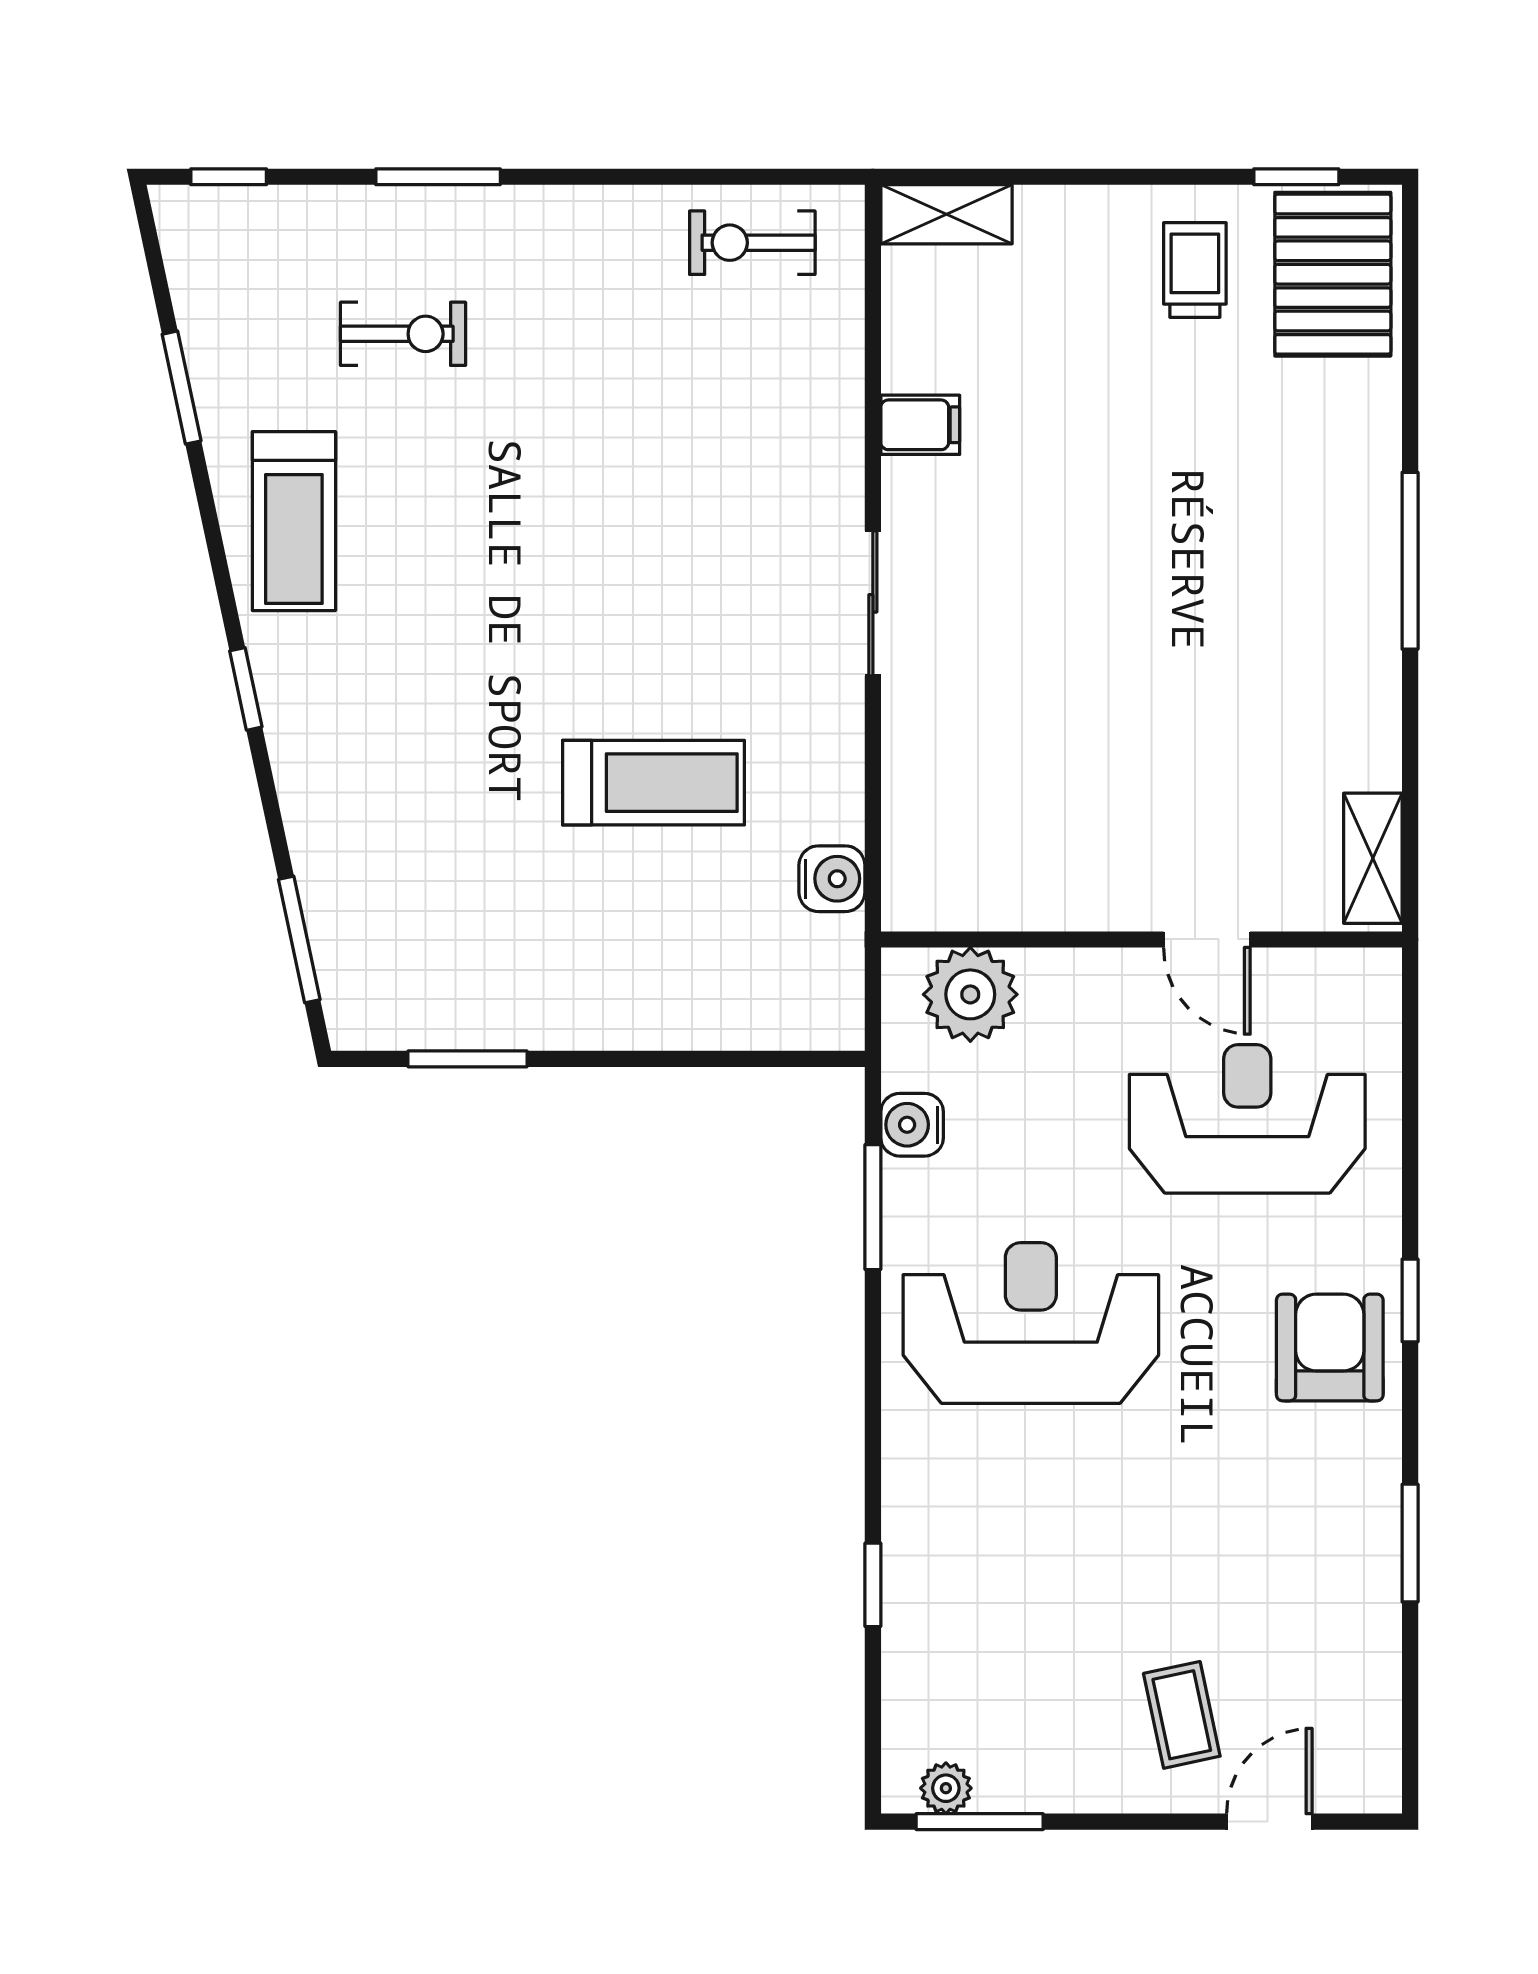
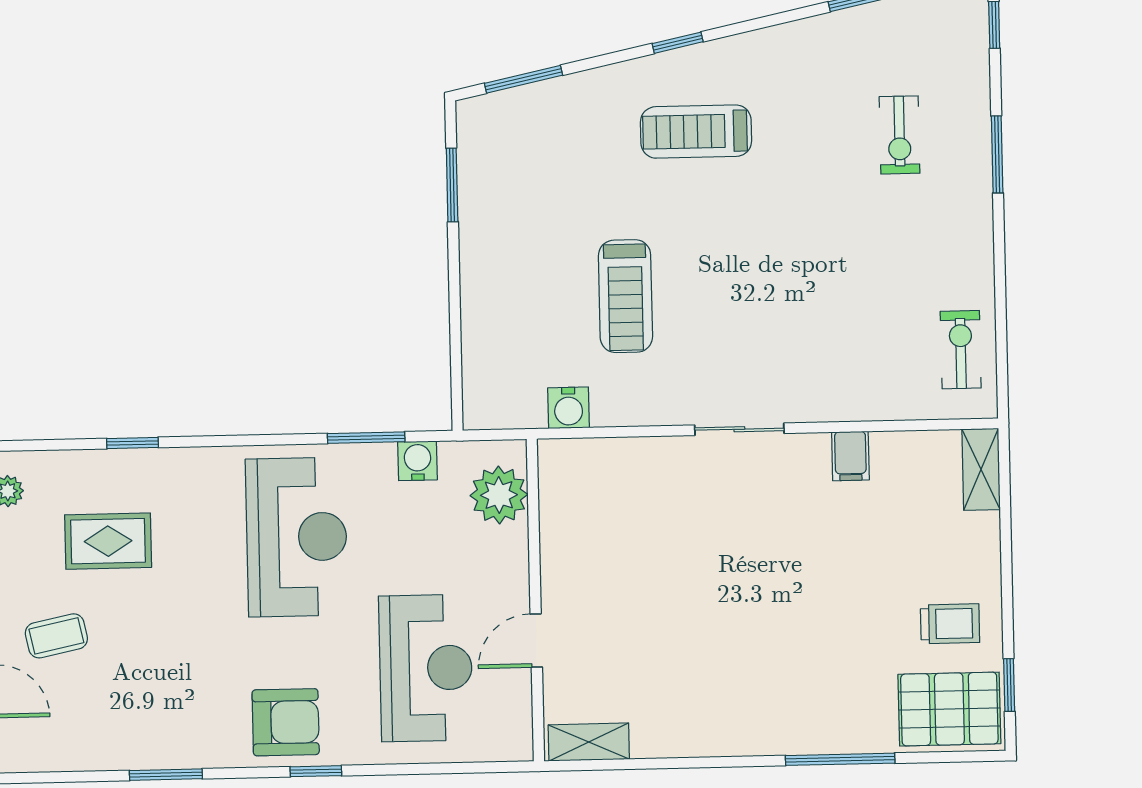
treadmill: (294, 521) -> (696, 132), moved
window: (1410, 561) -> (840, 759), moved
rug: (1031, 1628) -> (108, 541), added

